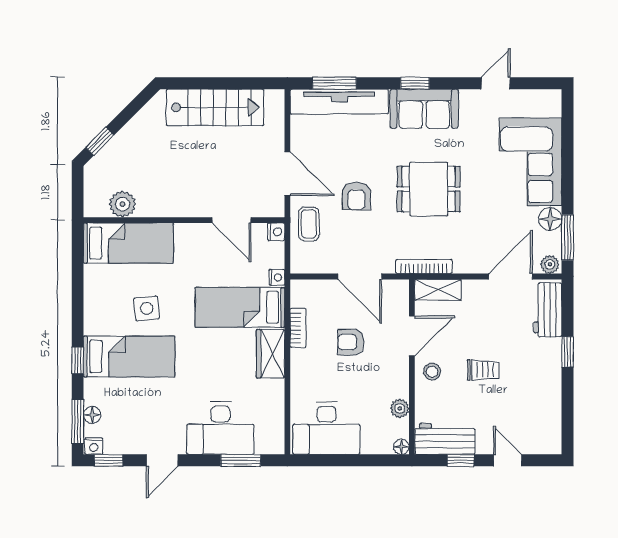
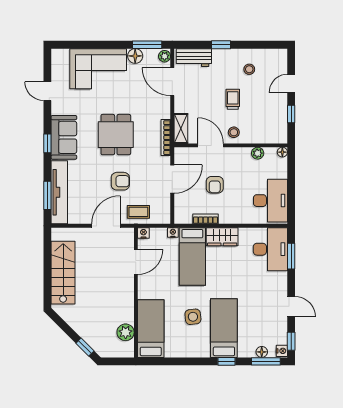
stool: (530, 396) -> (249, 69), added
desk: (220, 428) -> (270, 249), moved
workbench: (445, 439) -> (277, 124), removed

